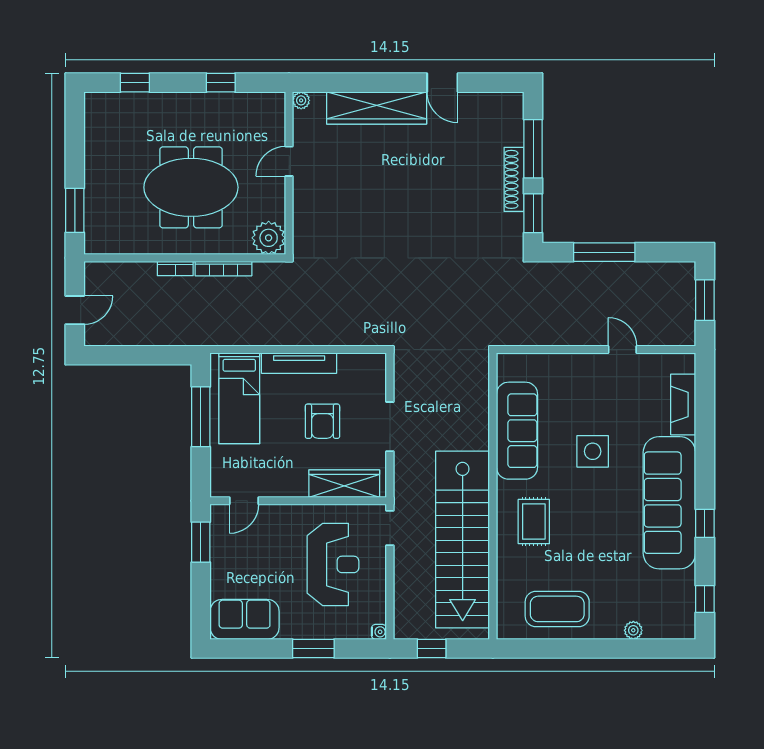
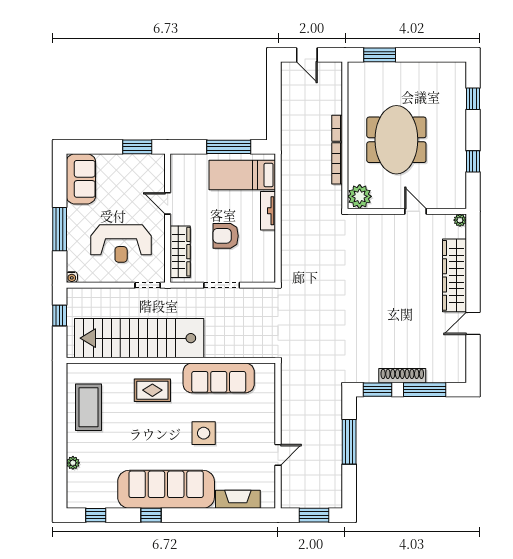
tv unit: (299, 363) -> (268, 211), width x0.71
door: (244, 501) -> (168, 203), moved
window: (313, 649) -> (60, 229), width x1.44

